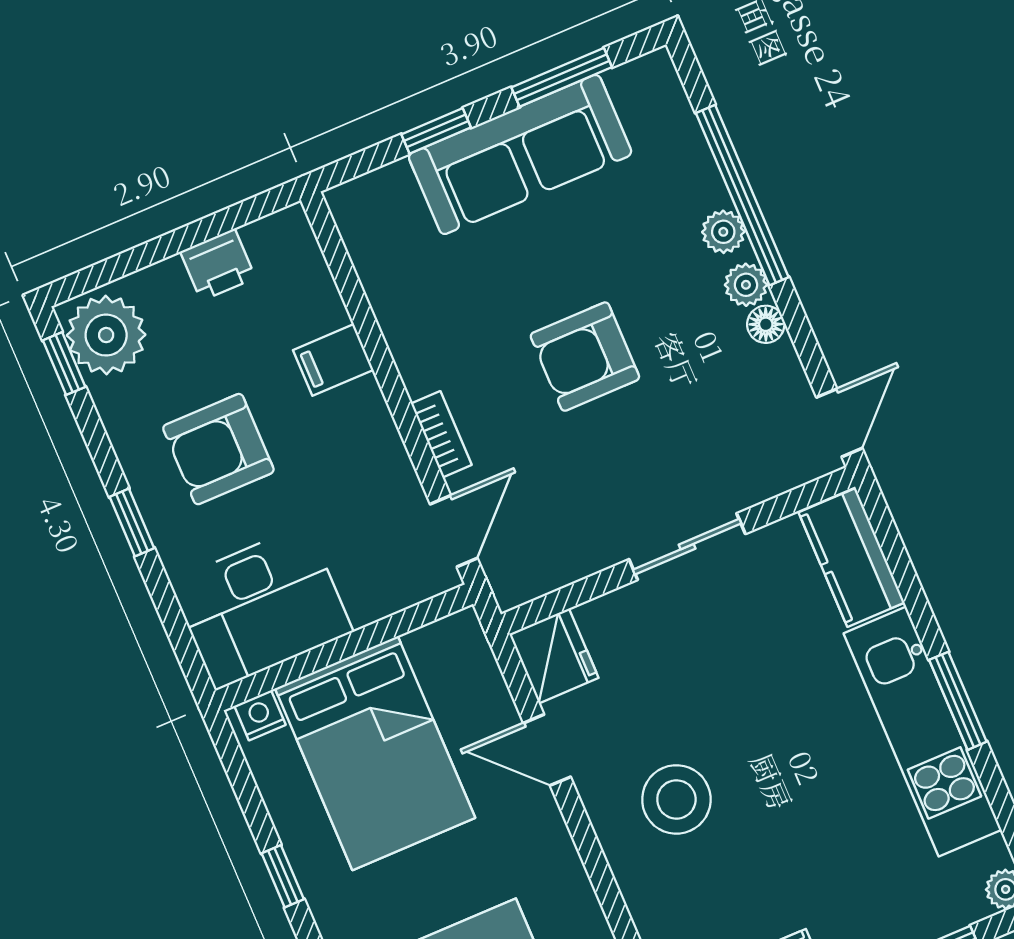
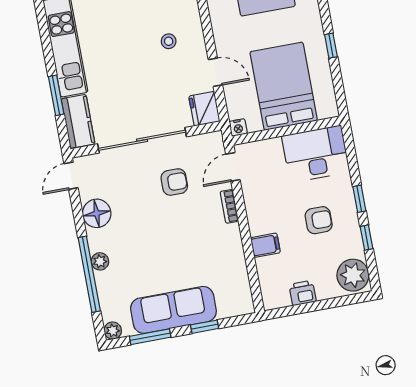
plant: (746, 285) -> (113, 331), moved
floor lamp: (766, 324) -> (97, 213), width x1.89, depth x1.89
armchair: (585, 357) -> (174, 182), moved, width x0.72, depth x0.72
window: (64, 364) -> (367, 238), moved
armchair: (218, 449) -> (319, 220), width x0.72, depth x0.72
sliding door: (687, 547) -> (142, 140), width x1.86
window: (958, 701) -> (56, 95), moved
nightstand: (260, 715) -> (238, 128), moved
stool: (676, 799) -> (169, 41), width x0.53, depth x0.53

